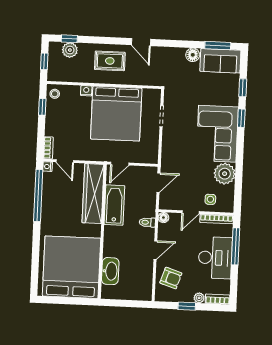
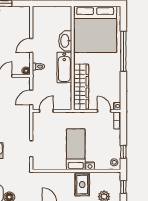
rug: (110, 61) -> (82, 185), moved, turned 90
bed: (116, 114) -> (76, 149), width x0.49
door: (120, 164) -> (46, 111), moved
window: (38, 195) -> (123, 51), moved
bathtub: (114, 205) -> (64, 67), moved
washbasin: (110, 271) -> (65, 41), moved
armchair: (171, 278) -> (18, 25), removed

